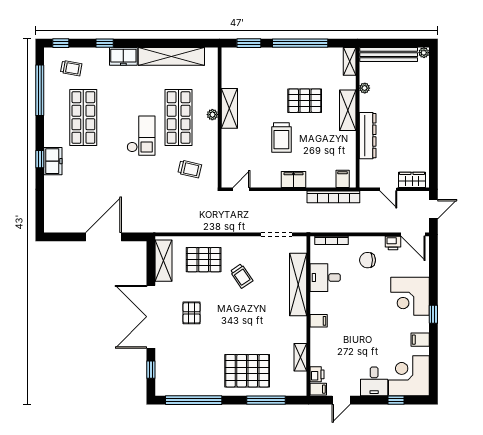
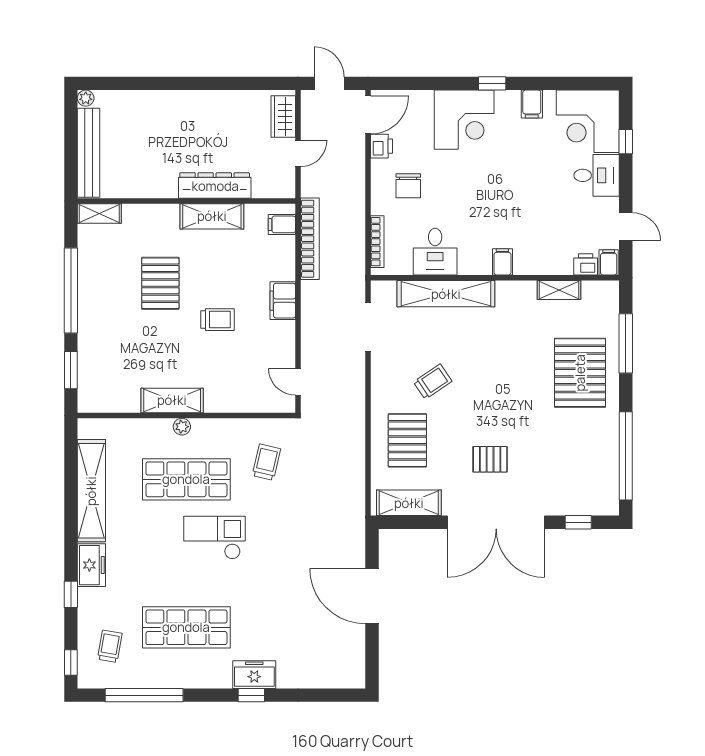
plant: (365, 88) -> (141, 190), removed
shelving: (348, 110) -> (212, 216), moved
trolley: (281, 137) -> (217, 320), width x0.73, depth x0.72

